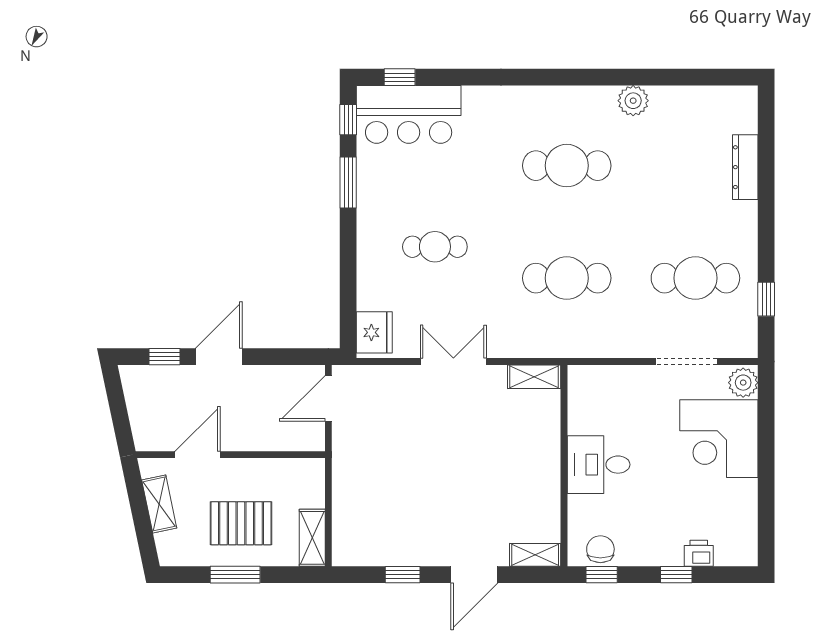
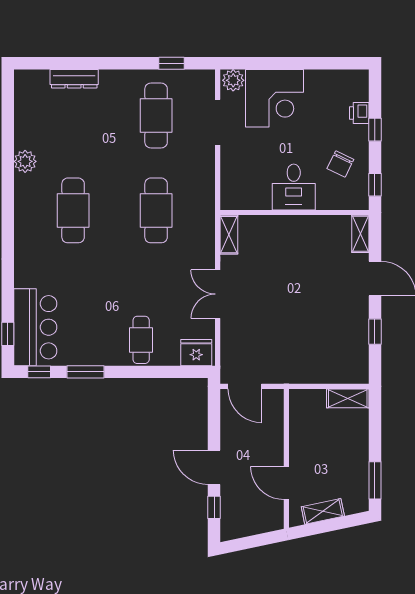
cafe table: (435, 247) -> (141, 340), moved
pallet: (241, 523) -> (337, 451), removed
chair: (600, 549) -> (340, 164), moved, turned -64
window: (235, 575) -> (375, 480), moved

